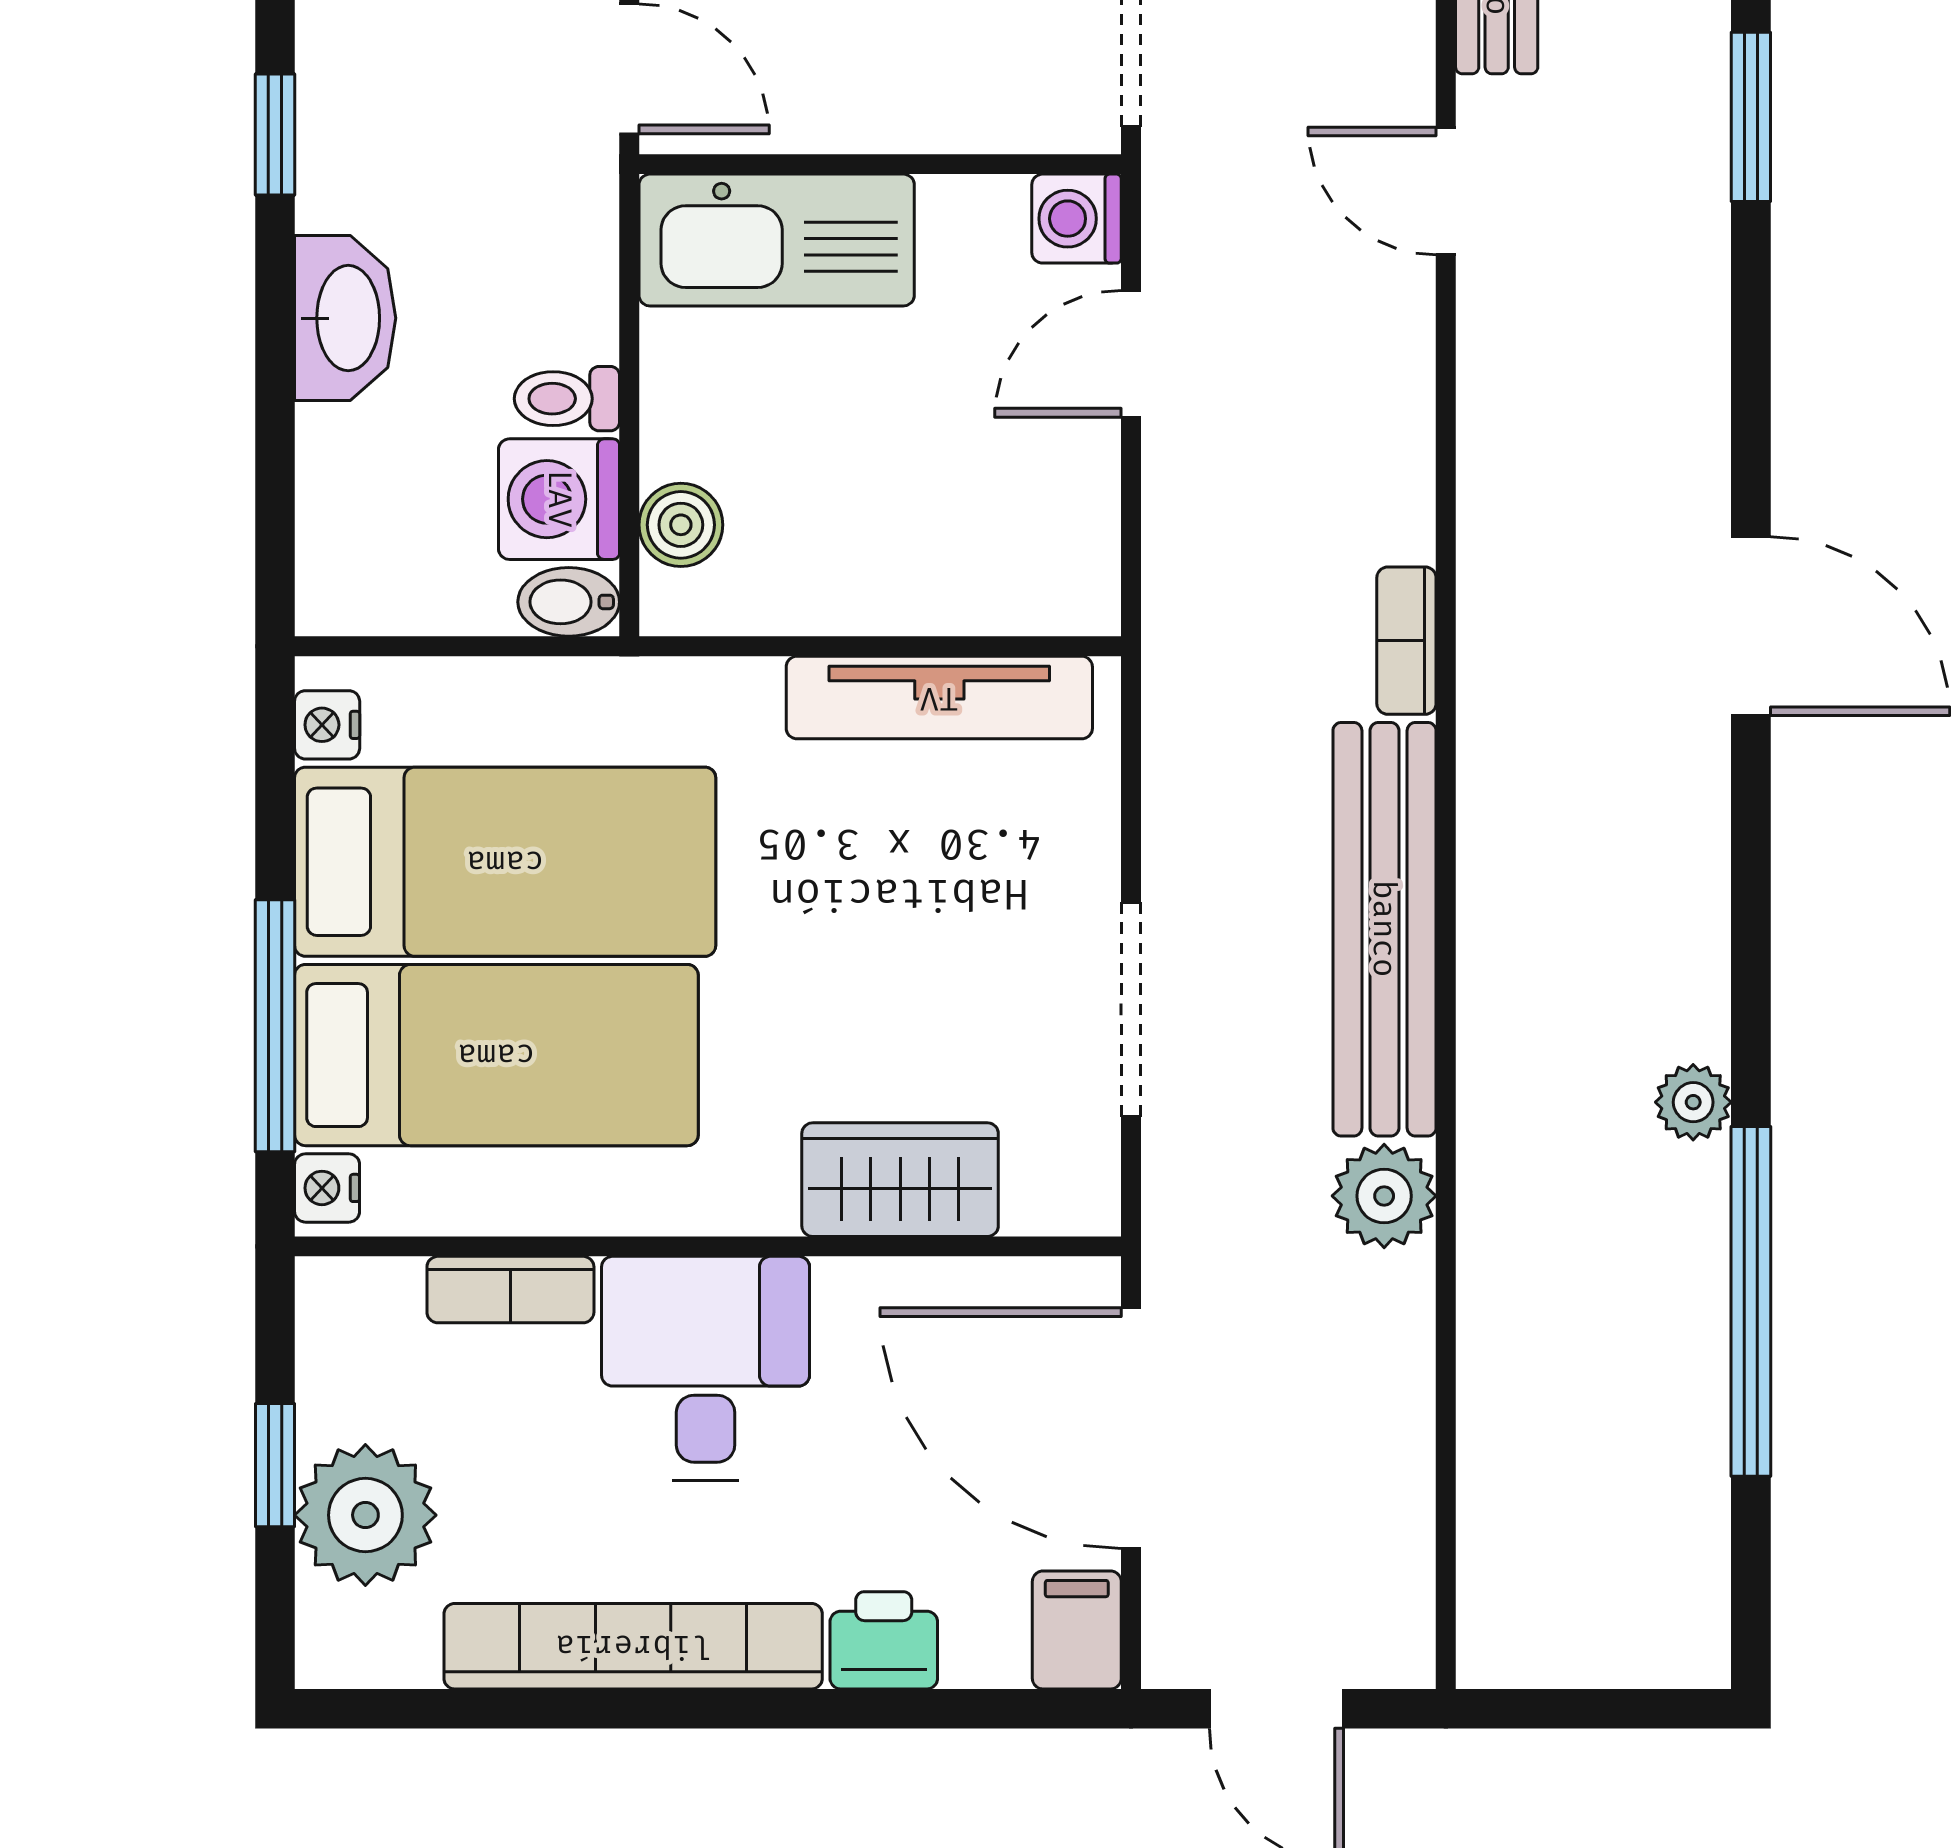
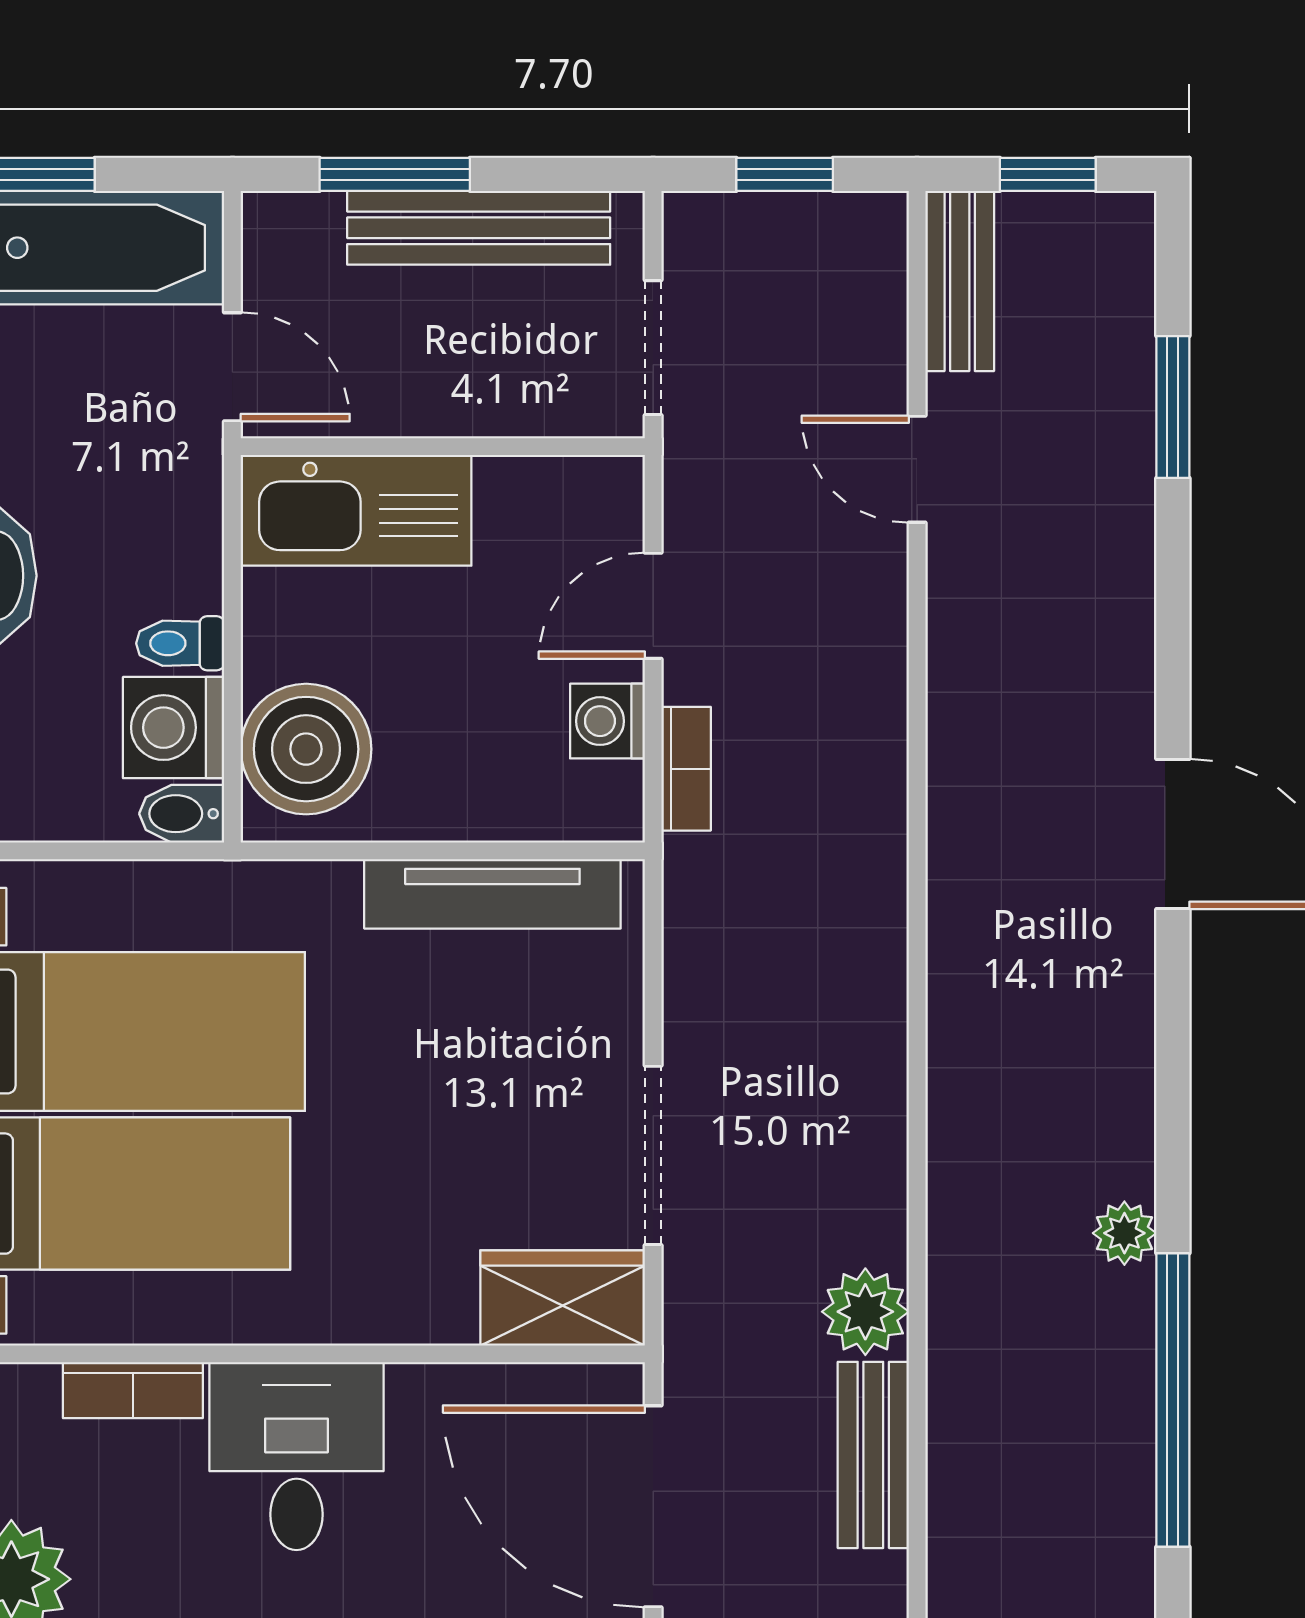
washing machine: (1077, 219) -> (607, 721), moved
boiler: (681, 525) -> (306, 749), width x1.86, depth x1.86
bookcase: (1406, 641) -> (686, 769), moved, turned 180
bench: (1384, 929) -> (873, 1455), moved, width x0.54, depth x0.82
wardrobe: (900, 1180) -> (563, 1298), moved

